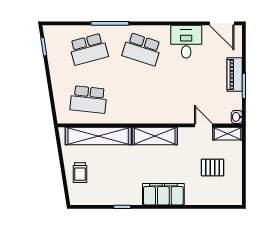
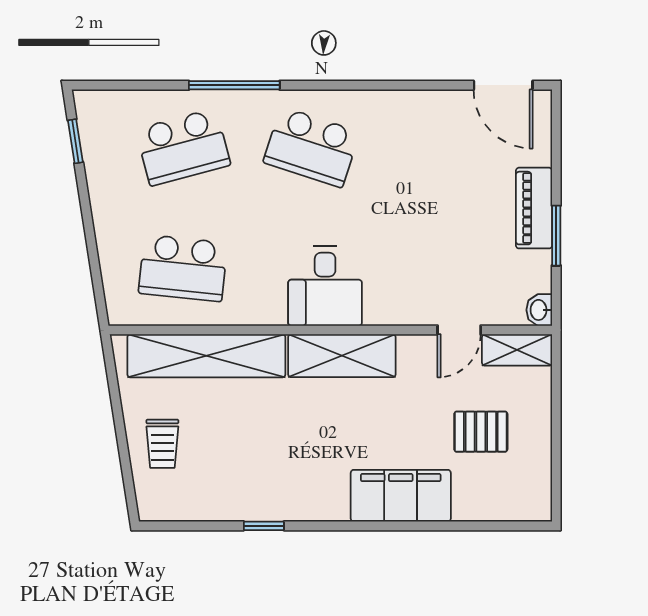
desk: (186, 42) -> (325, 286), moved, turned 180
door: (203, 125) -> (459, 330), swing flipped
filing cabinet: (163, 194) -> (401, 496), moved

